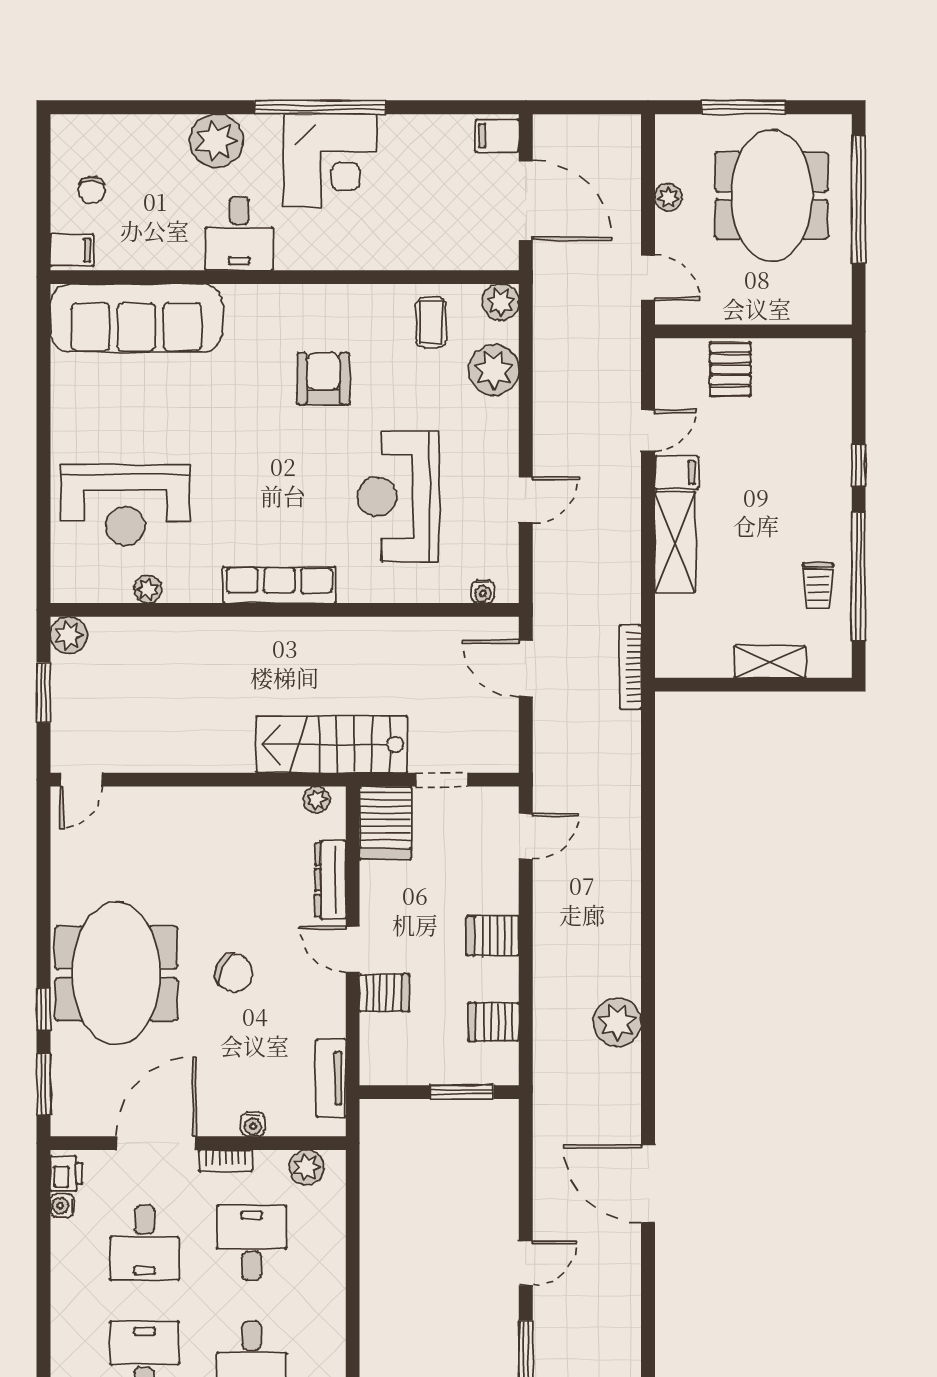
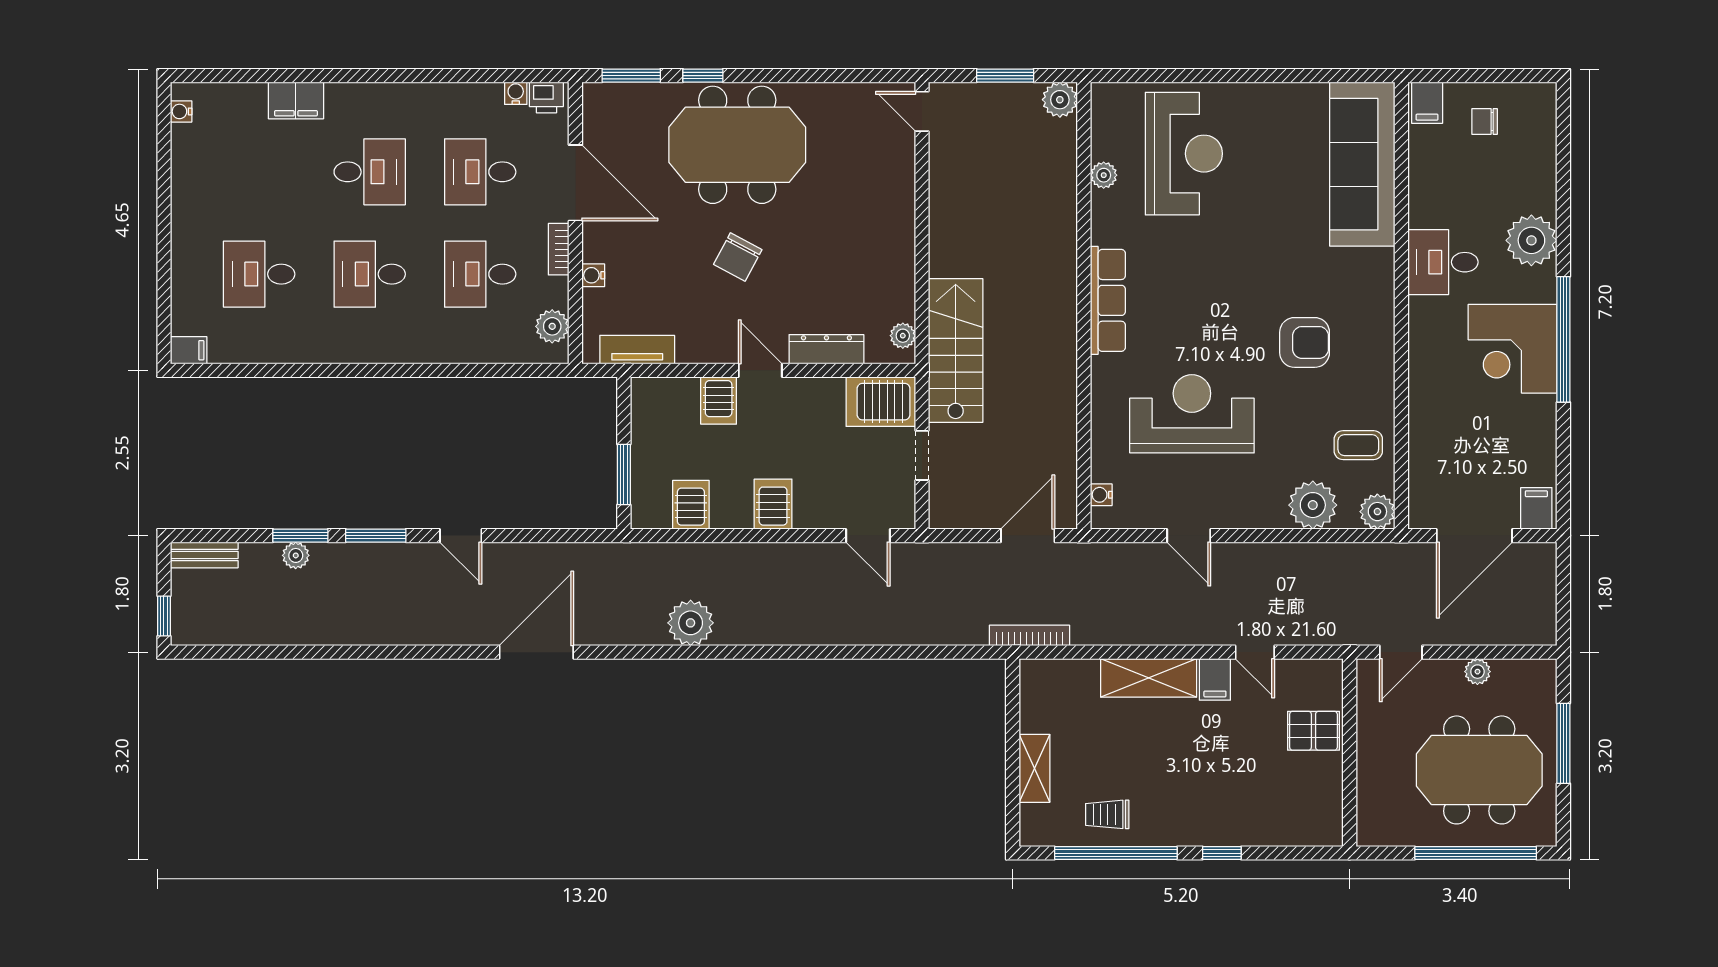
reception desk: (125, 505) -> (1184, 154), turned 180
door: (353, 949) -> (760, 370), hinge flipped
desk: (252, 1243) -> (480, 274), turned 180

